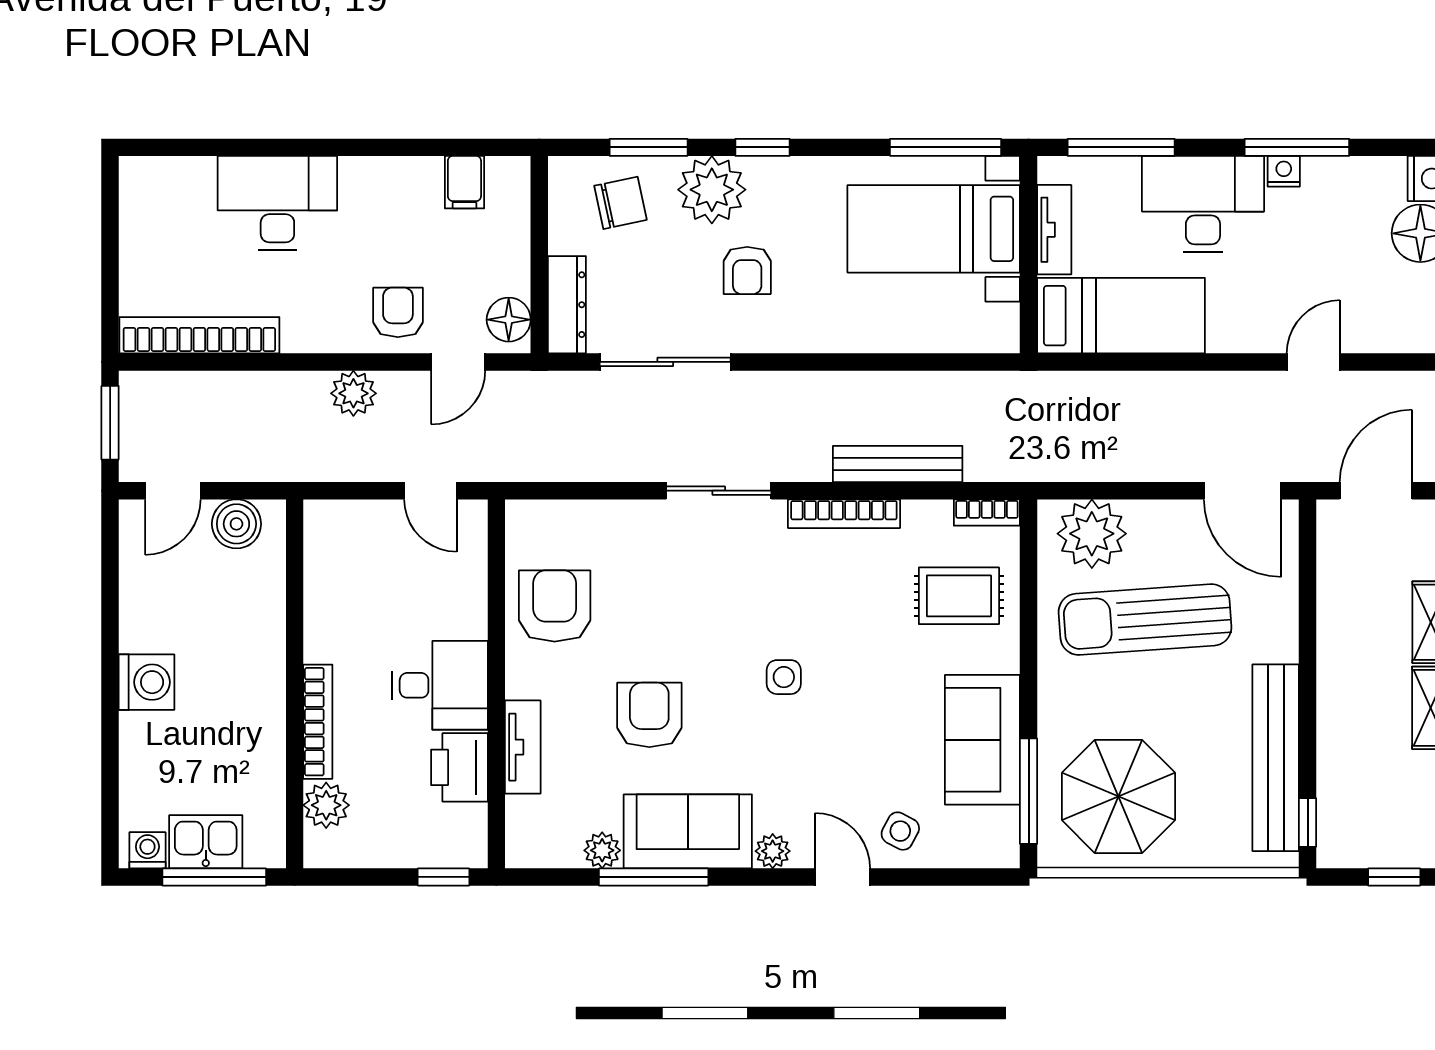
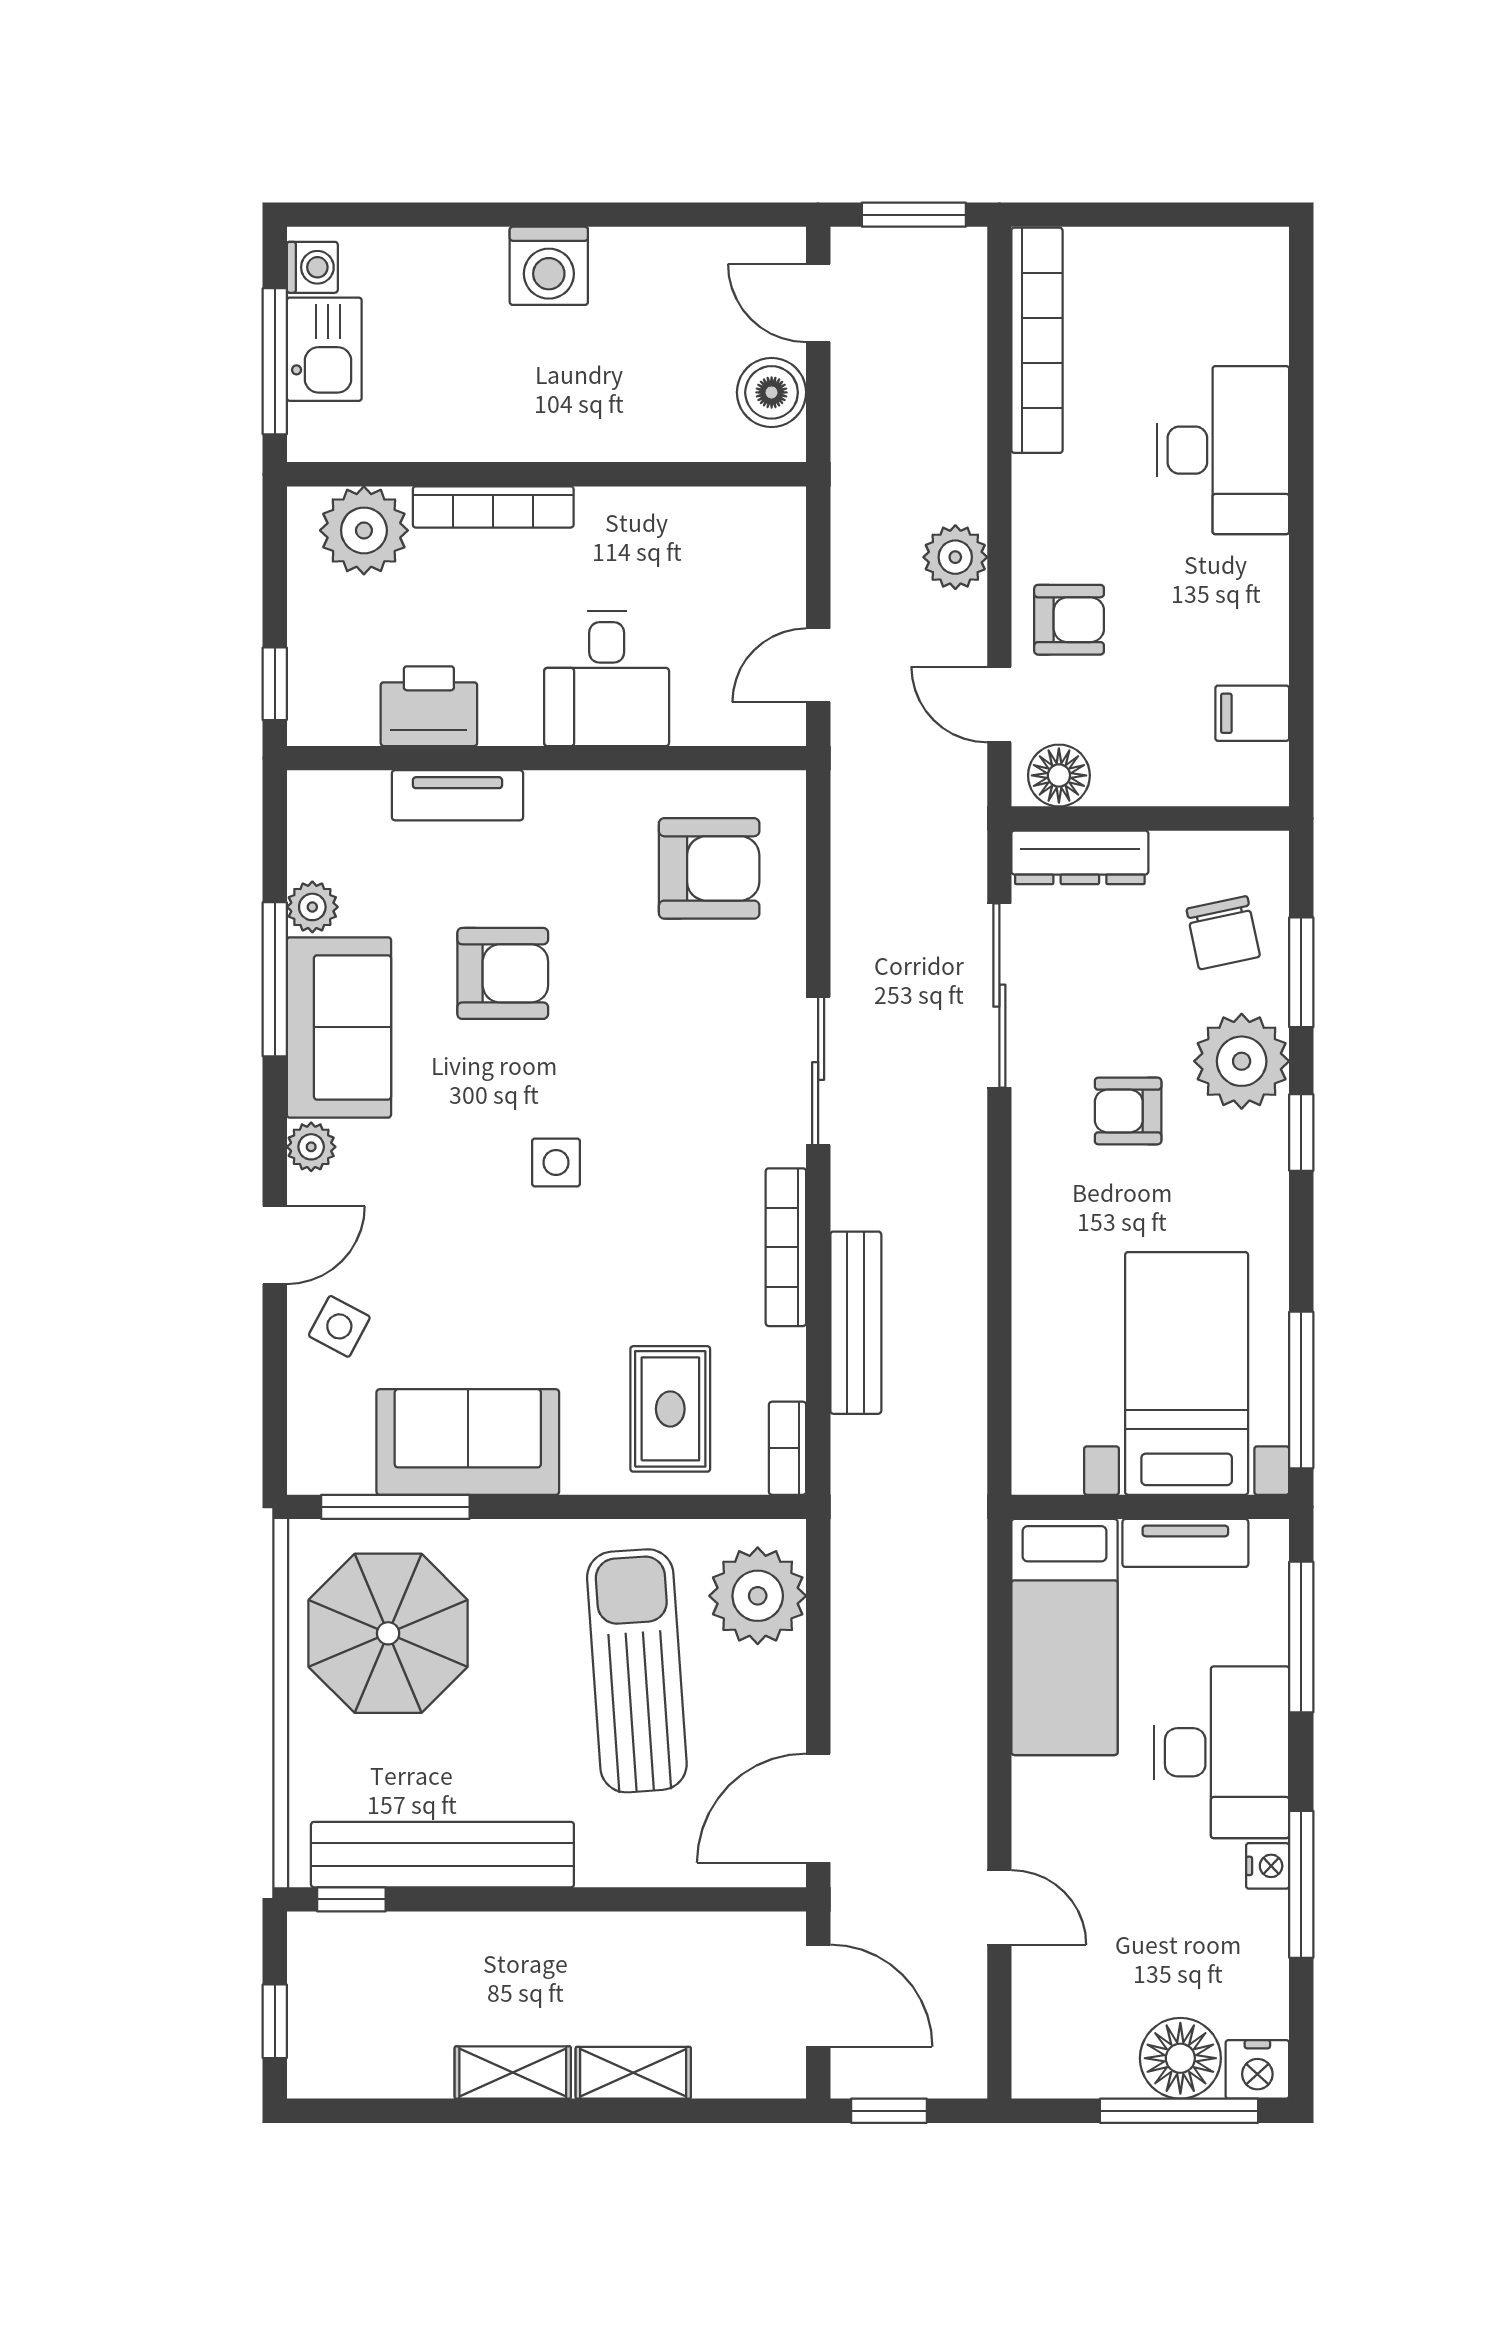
armchair: (555, 606) -> (709, 868), moved
desk: (440, 685) -> (607, 679), moved
plant: (326, 805) -> (364, 530), width x1.36, depth x1.36

